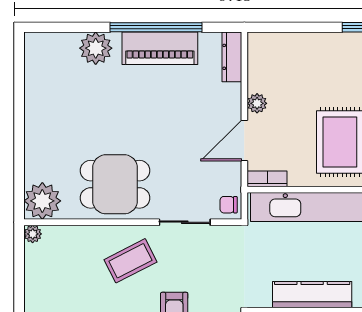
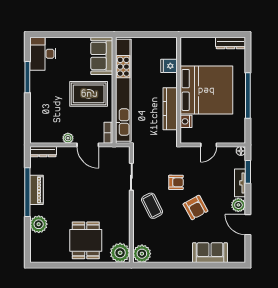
piano: (160, 48) -> (36, 190), width x0.73, depth x0.75
dining table: (115, 184) -> (86, 240), moved
chair: (229, 205) -> (122, 153), removed
plant: (33, 234) -> (142, 254), width x1.88, depth x1.88

